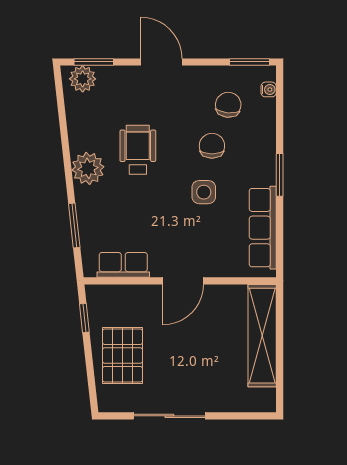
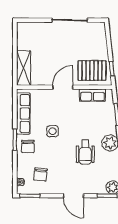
chair: (212, 146) -> (28, 146), moved
shelving: (262, 336) -> (24, 68), width x0.68
pallet: (122, 355) -> (92, 70), moved, turned 90

